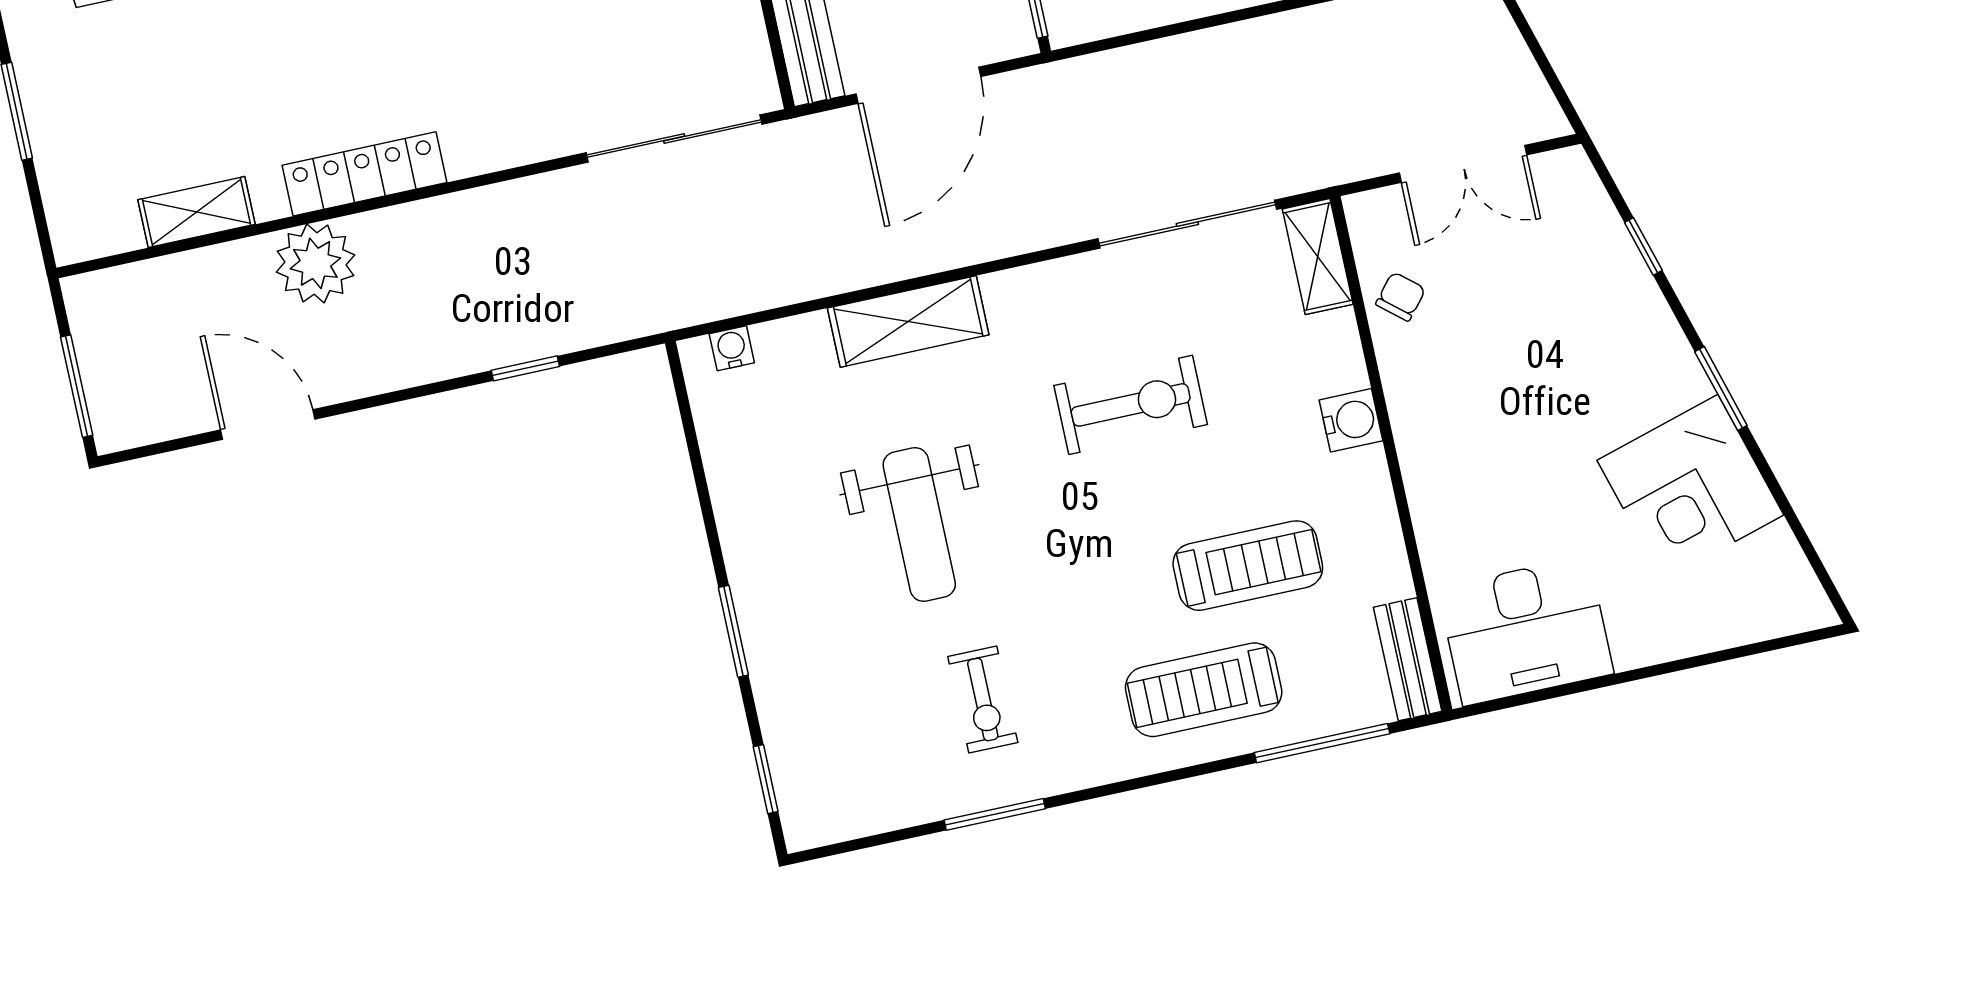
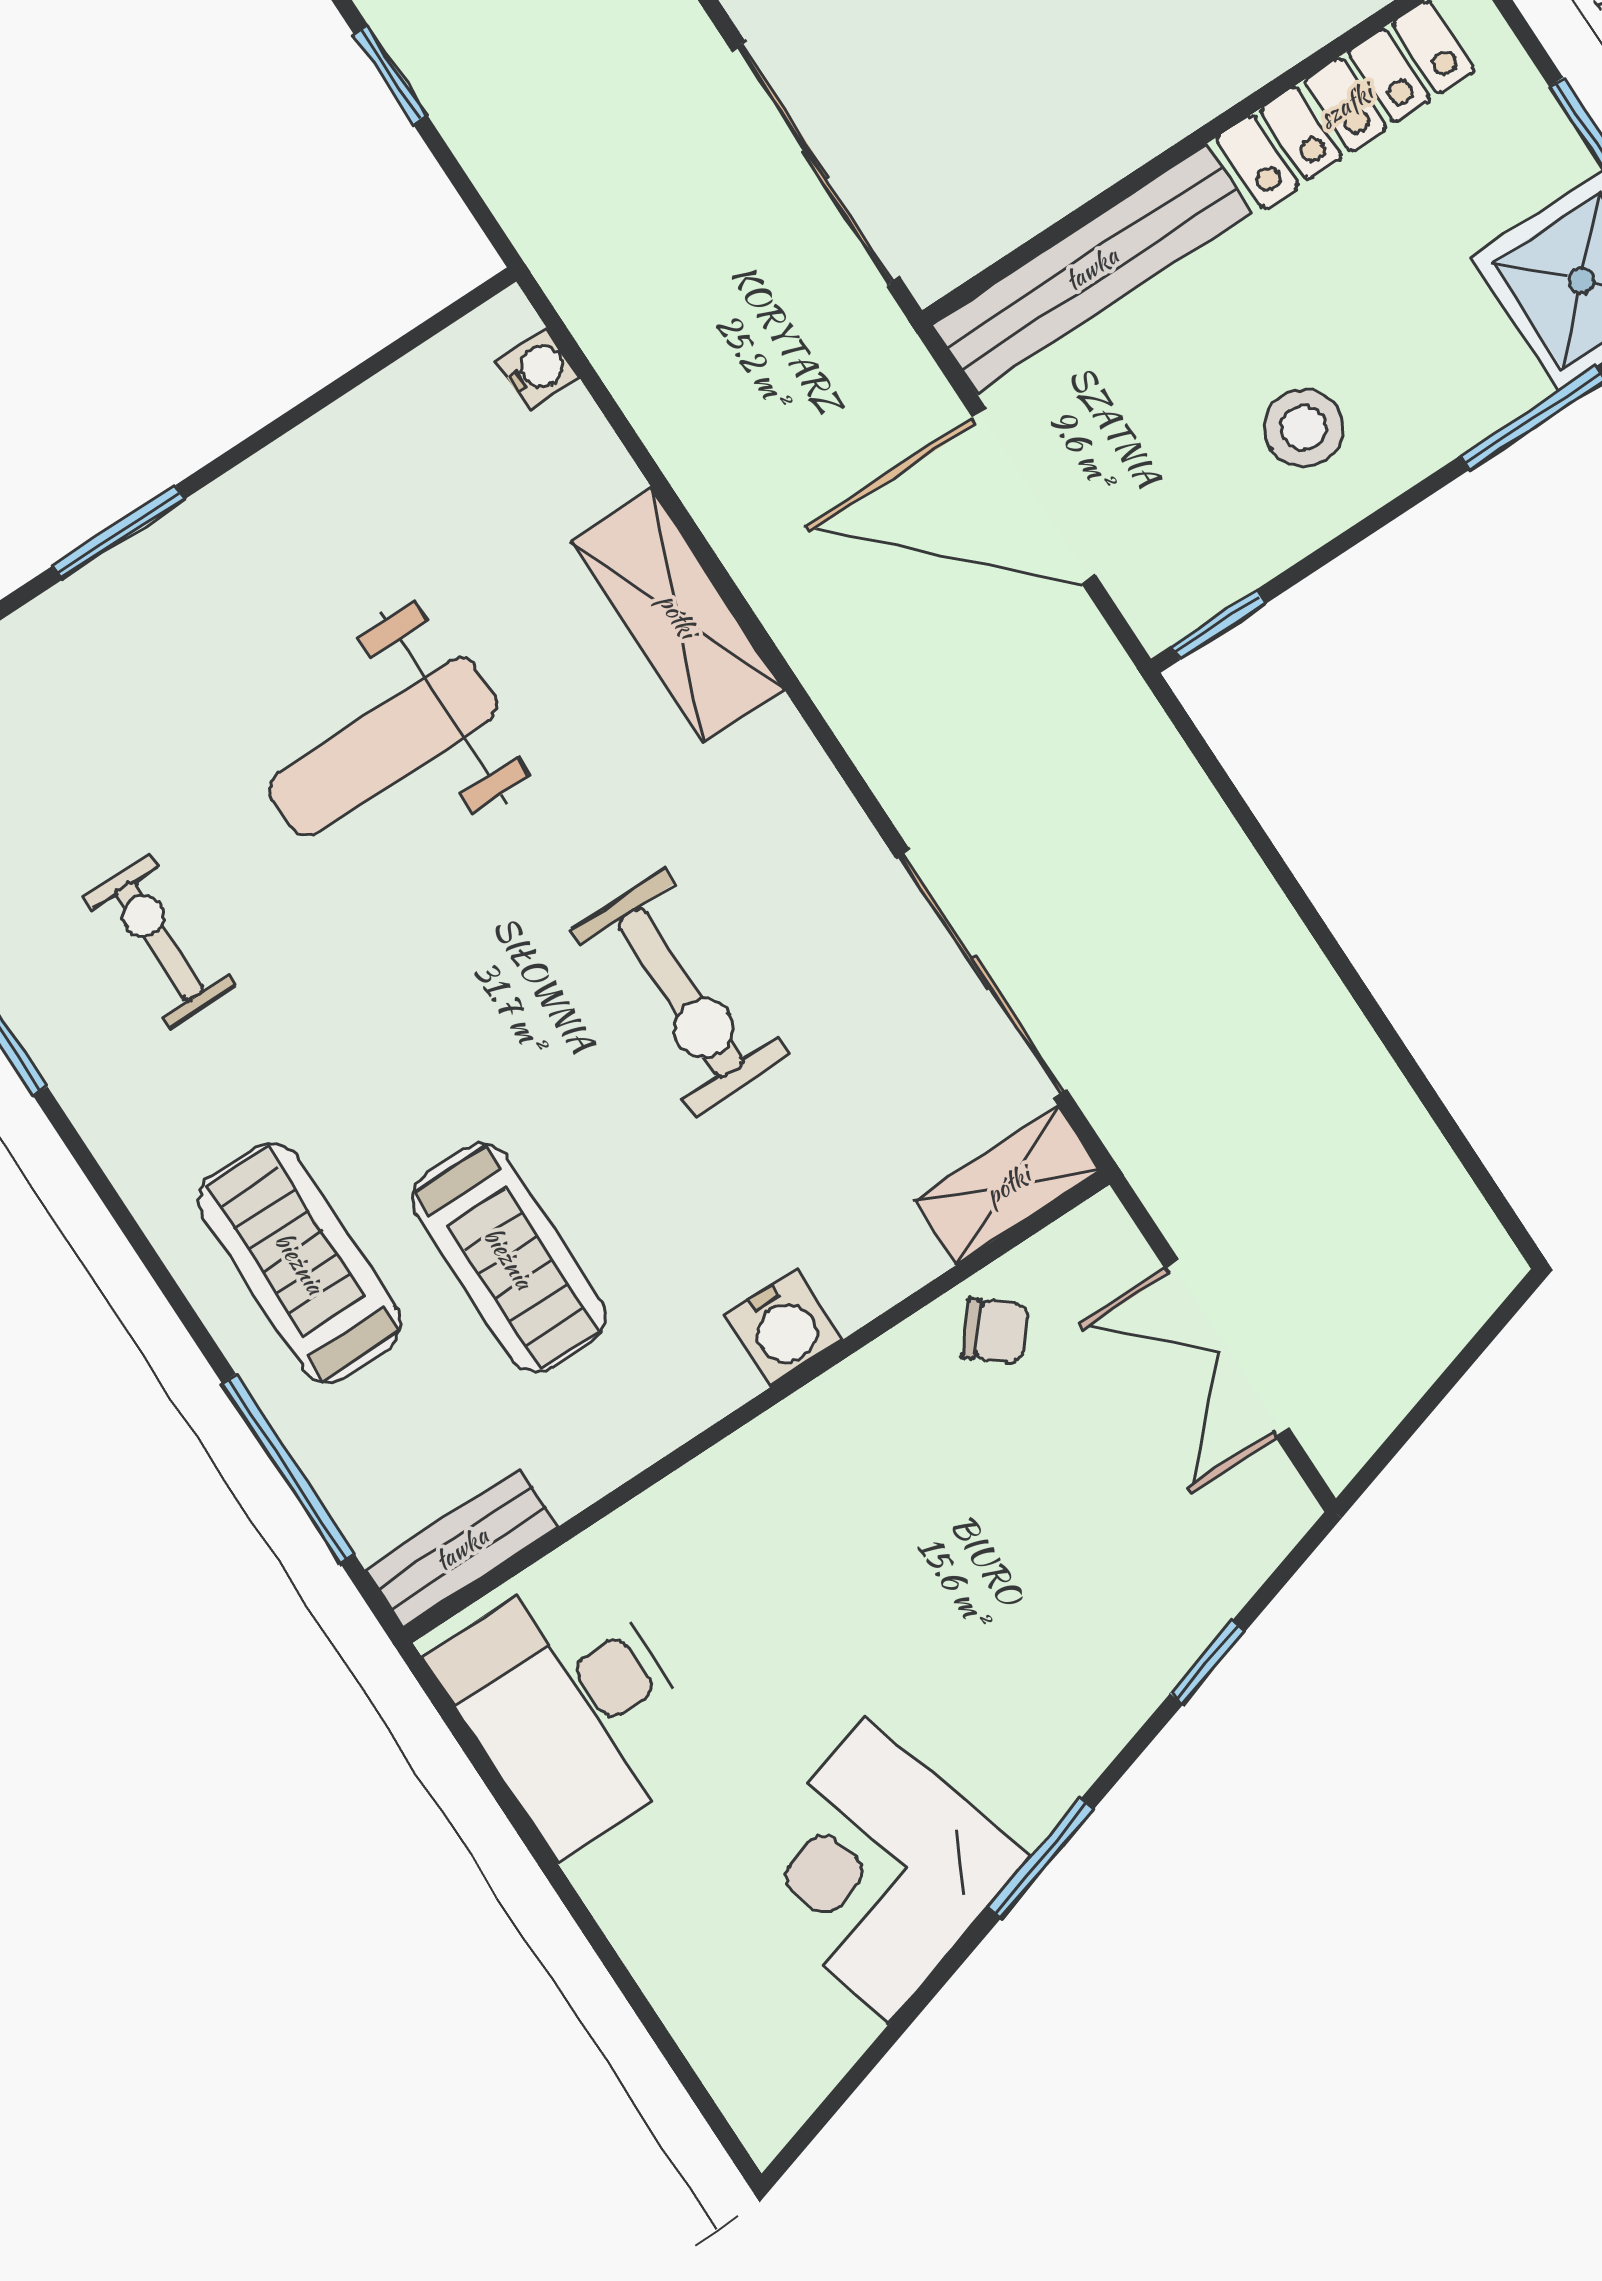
exercise bike: (983, 699) -> (160, 941), turned 90

